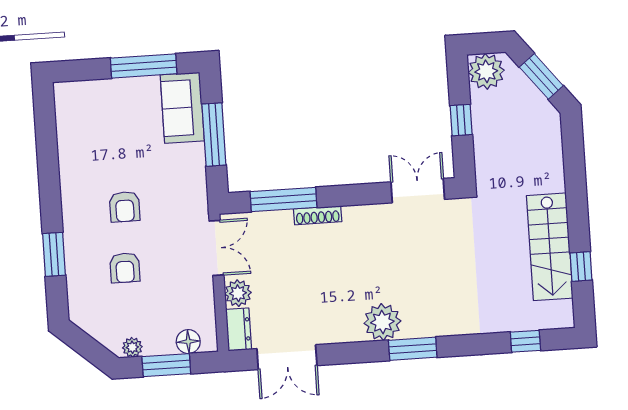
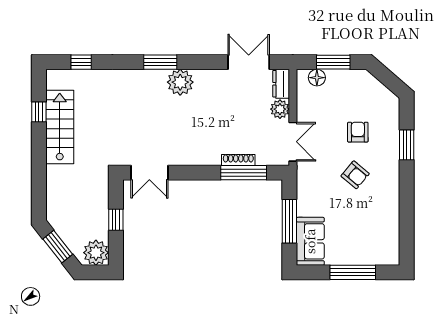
window: (144, 66) -> (353, 272), moved
armchair: (125, 207) -> (355, 175), turned 130
shoe rack: (318, 215) -> (238, 160), moved
double door: (216, 248) -> (293, 142), swing flipped
plant: (132, 347) -> (356, 76), removed

